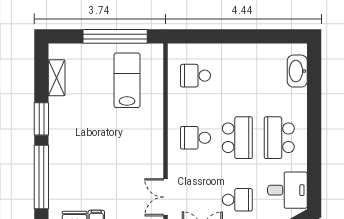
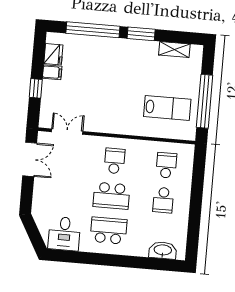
school desk: (237, 200) -> (163, 200), moved

